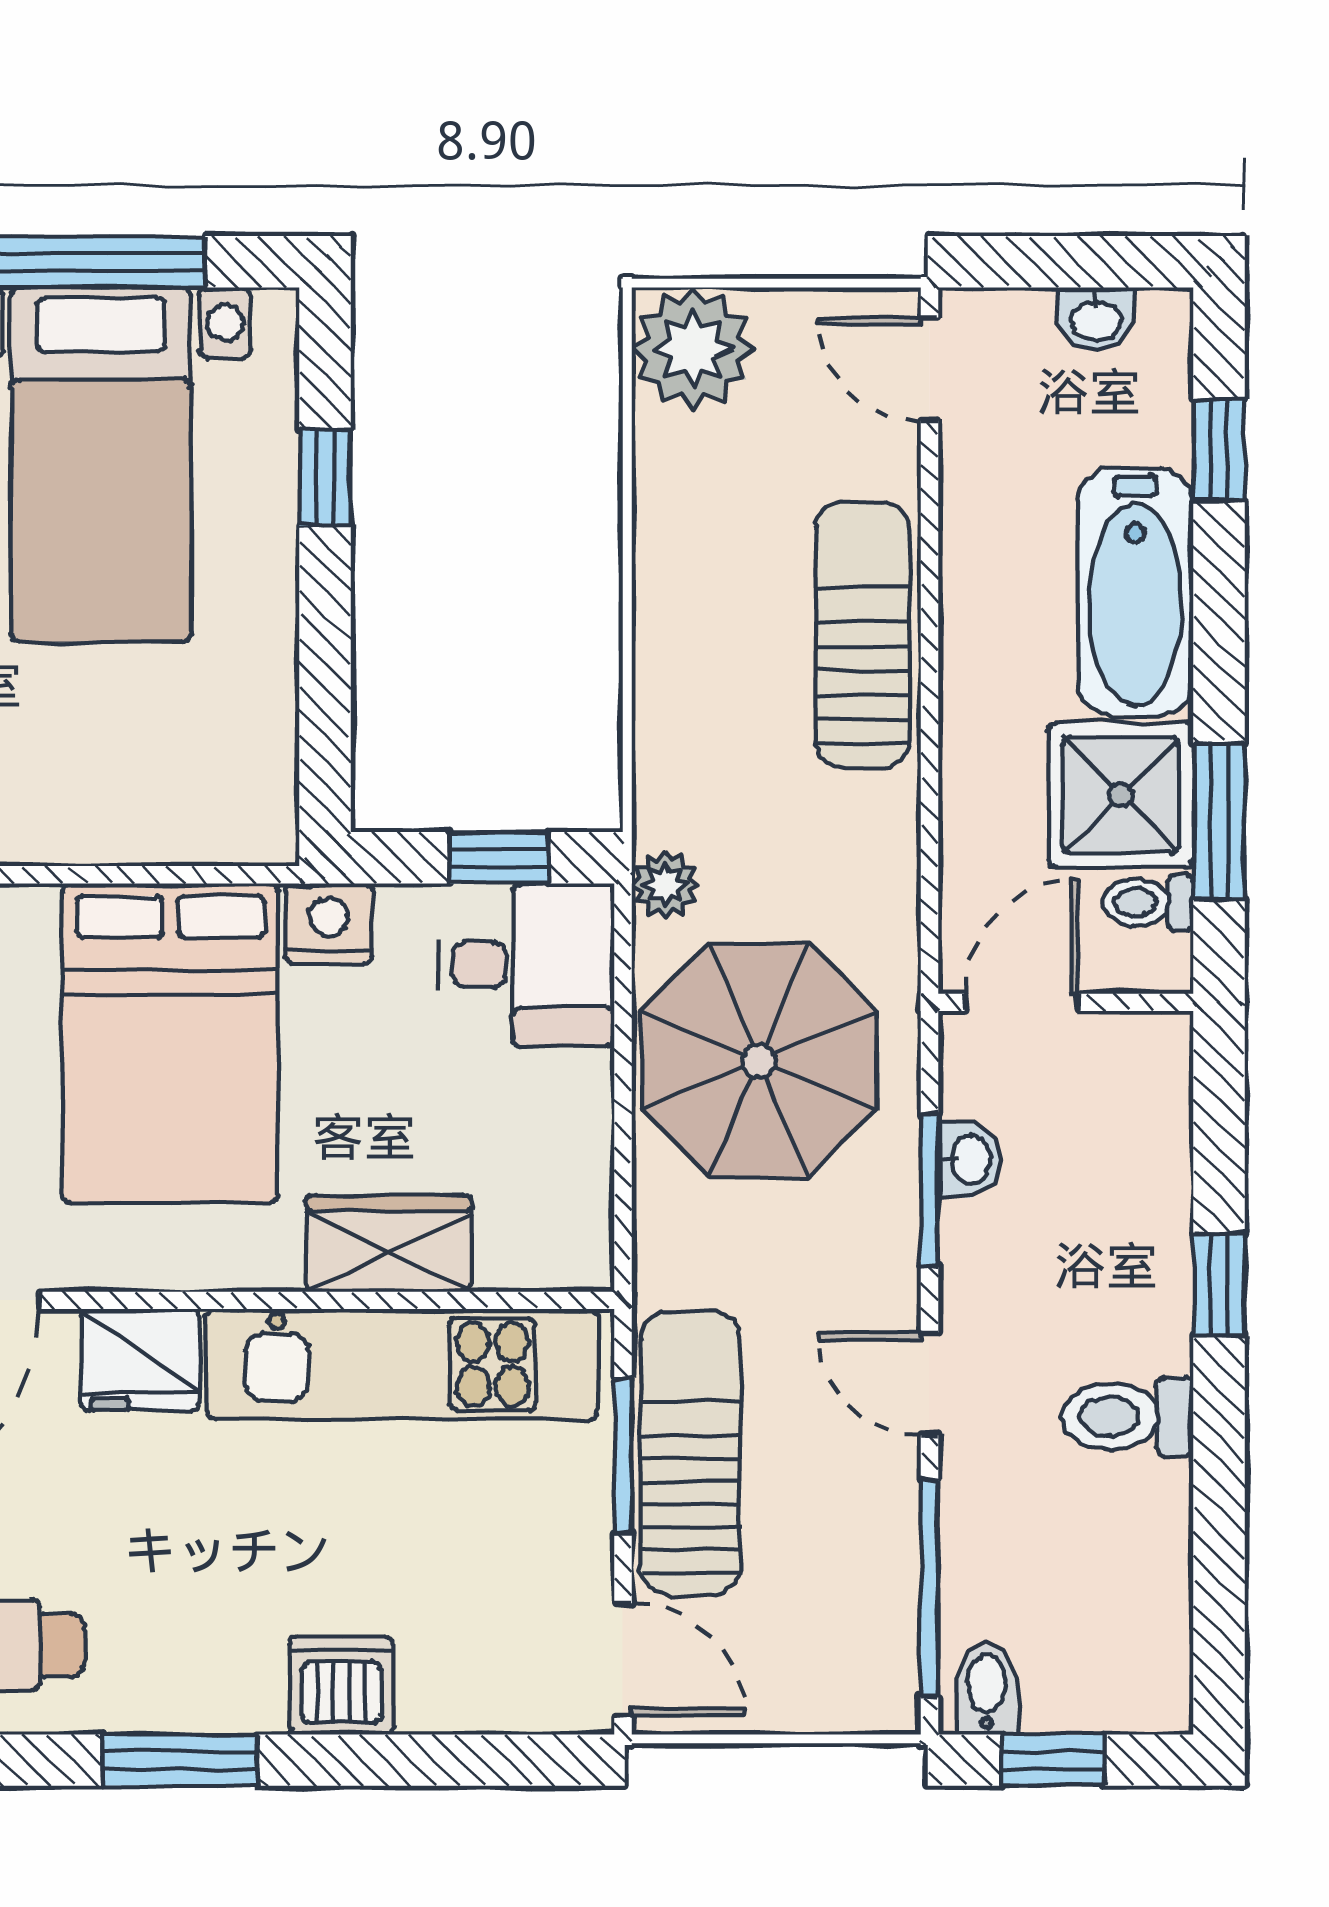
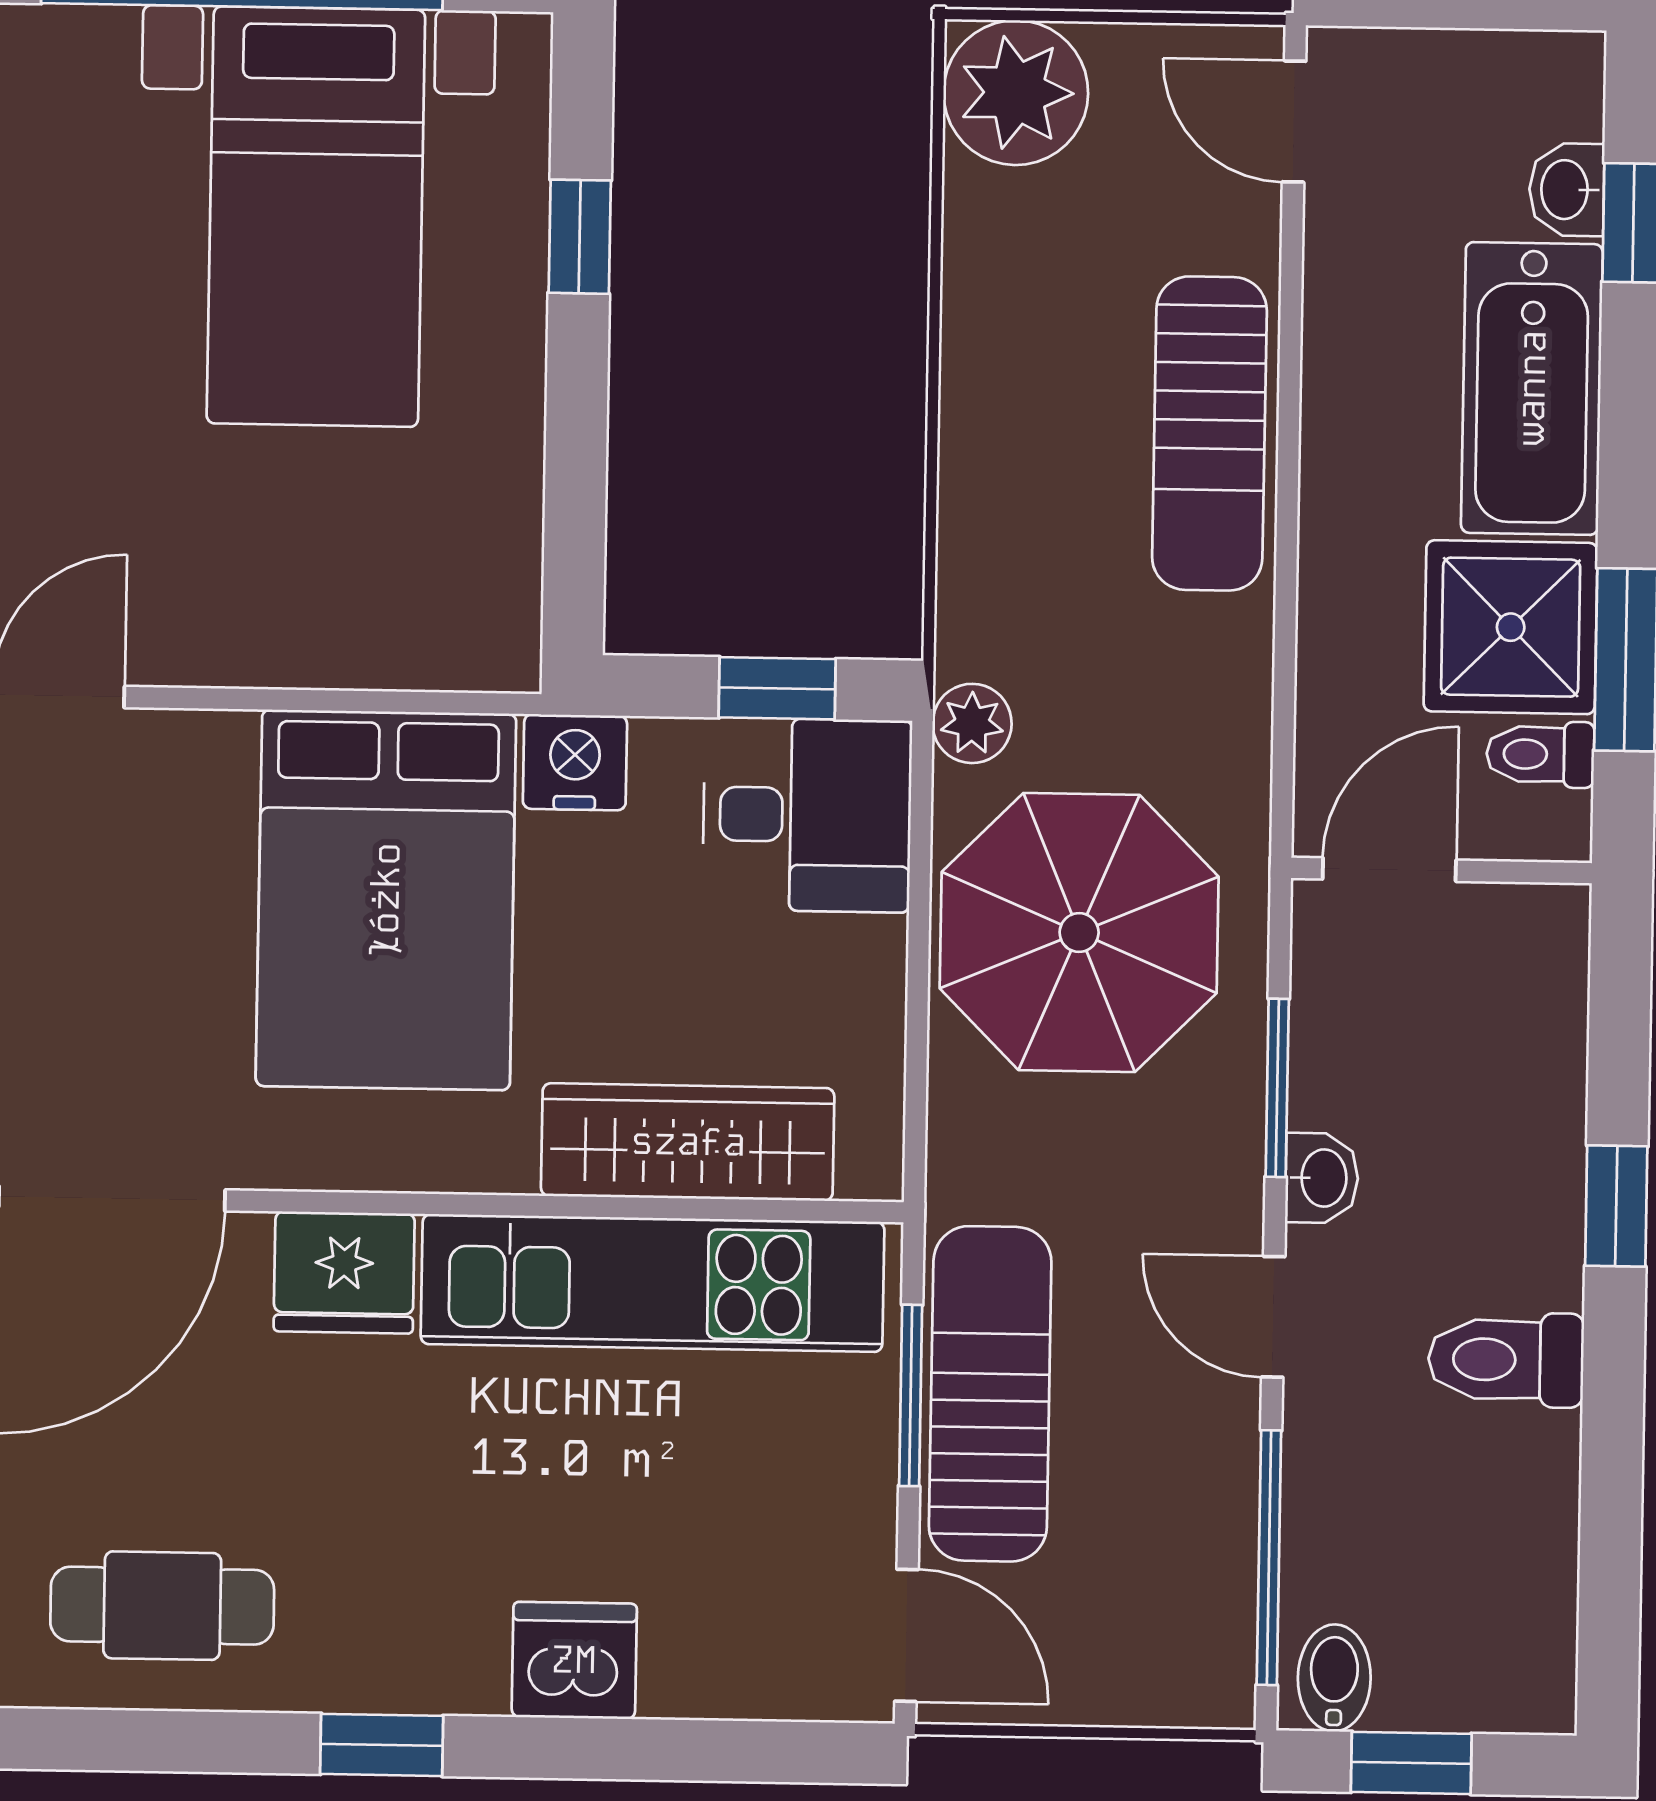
washbasin: (1096, 319) -> (1567, 190), moved, turned 90
sun lounger: (862, 635) -> (1209, 433), turned 180
washbasin: (969, 1160) -> (1322, 1178), moved
wardrobe: (389, 1244) -> (688, 1142), width x1.50
window: (179, 1760) -> (382, 1745), width x0.67

